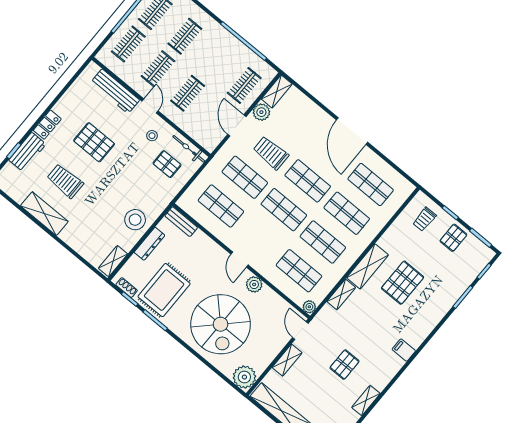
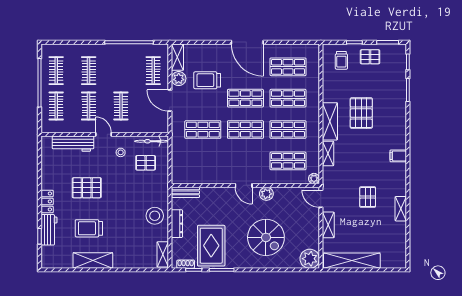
trolley: (271, 153) -> (207, 80), moved
shop shelf: (221, 206) -> (203, 161), removed
pallet: (453, 238) -> (370, 57), turned 90
spiral stairs: (221, 324) -> (266, 237), width x0.73, depth x0.73

